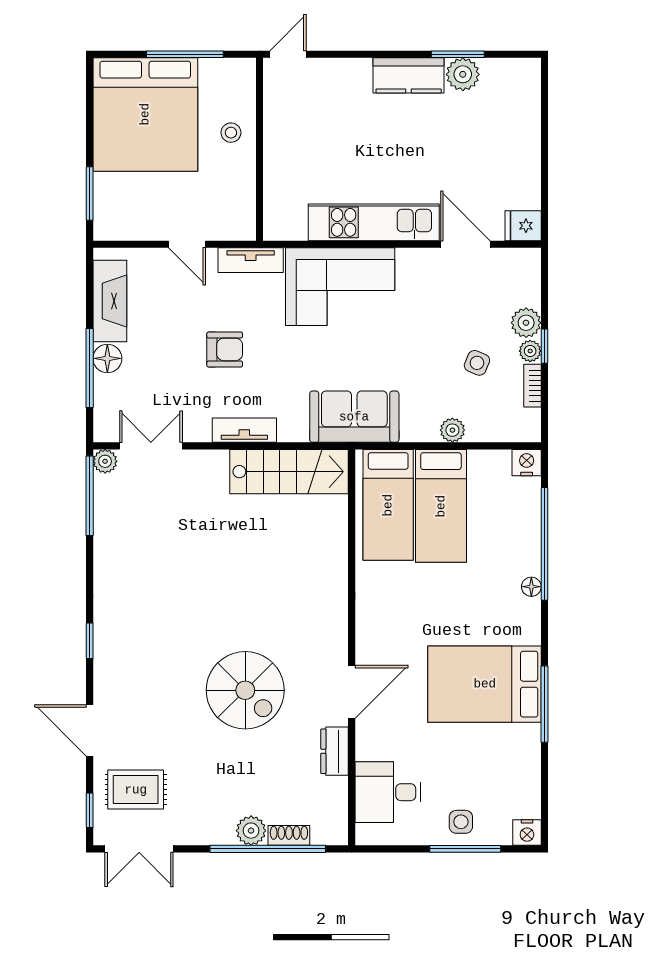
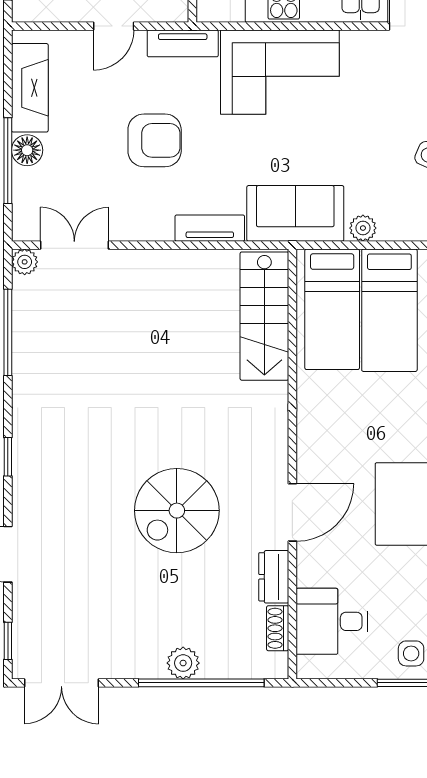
door: (187, 244) -> (114, 26), hinge flipped
armchair: (225, 349) -> (155, 140), width x1.38, depth x1.38
tv unit: (244, 430) -> (210, 228), moved
plant: (452, 430) -> (363, 228), moved
stairs: (289, 472) -> (264, 316), moved, turned 90
window: (90, 496) -> (8, 332), moved
spiral stairs: (245, 690) -> (177, 511), turned 90
rug: (136, 790) -> (58, 618), removed
shoe rack: (289, 835) -> (278, 628), moved, turned -90

